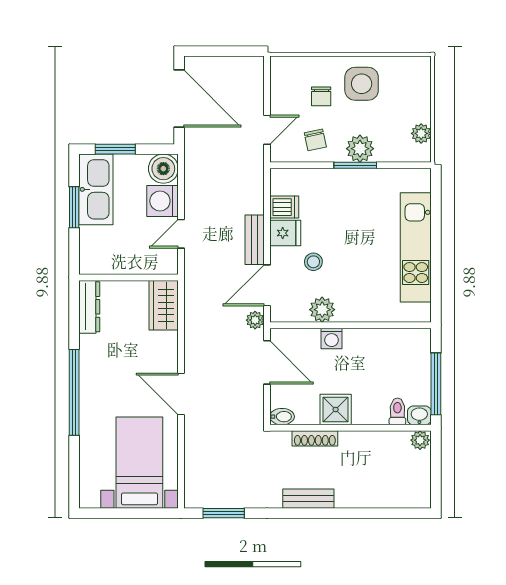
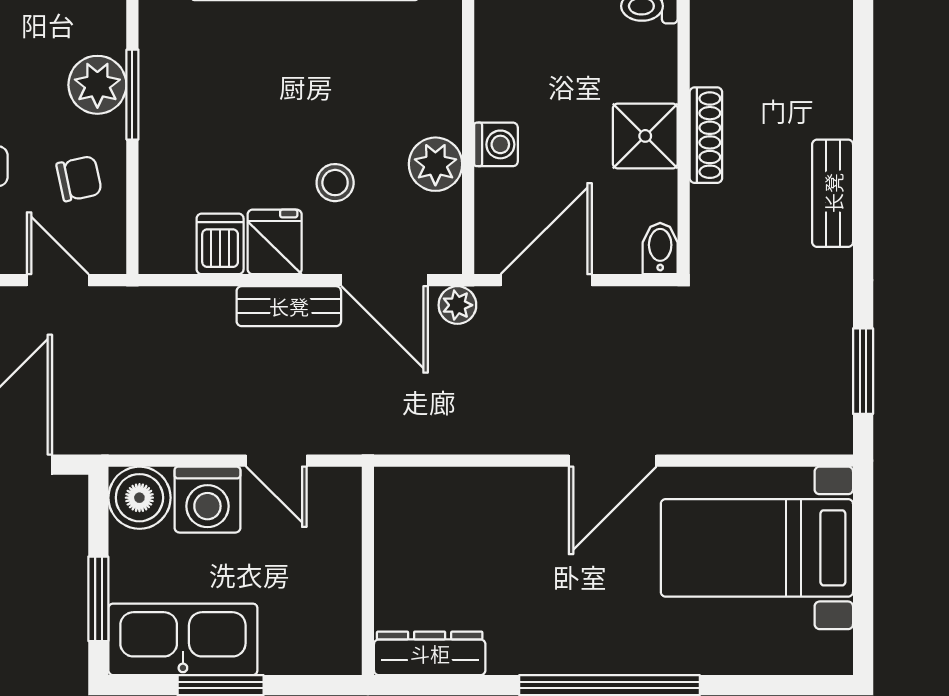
wardrobe: (164, 305) -> (426, 497), removed
shoe rack: (315, 438) -> (706, 135), moved

